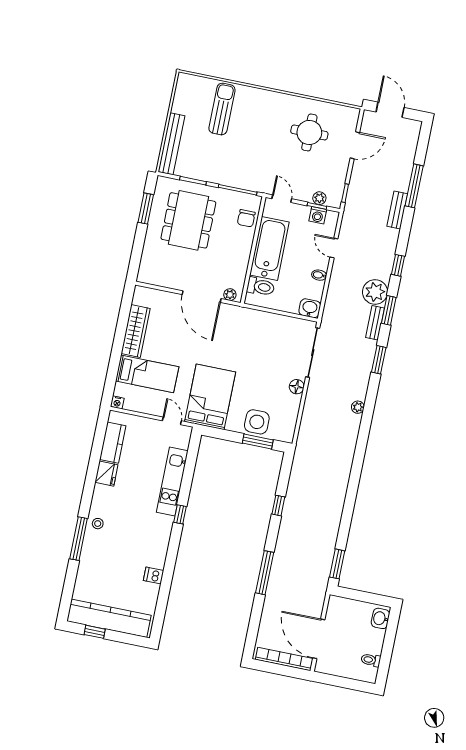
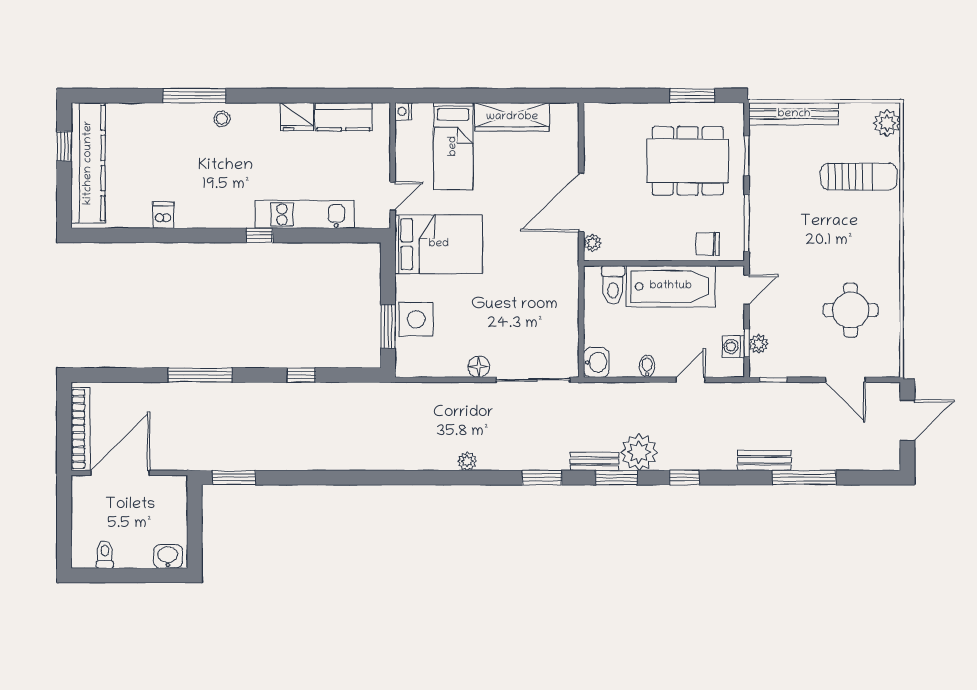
plant: (190, 83) -> (887, 123), added

